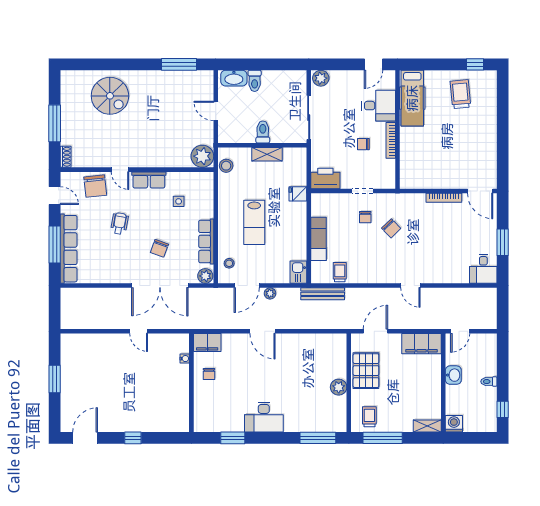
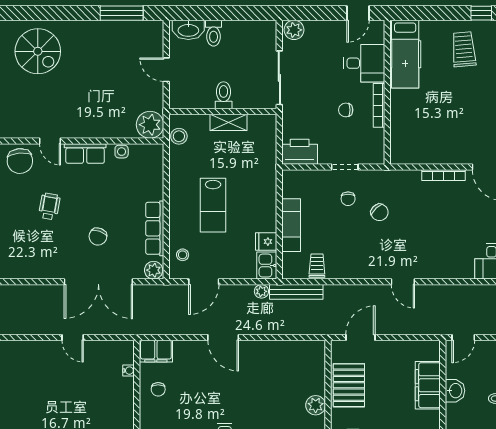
fridge: (298, 194) -> (266, 242), moved
side table: (179, 201) -> (122, 152), moved
plant: (270, 293) -> (261, 291), moved
filing cabinet: (422, 344) -> (428, 385), moved, turned 90

